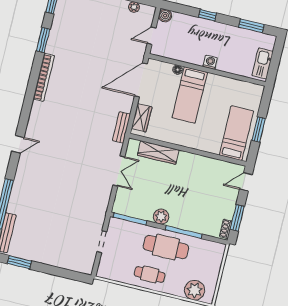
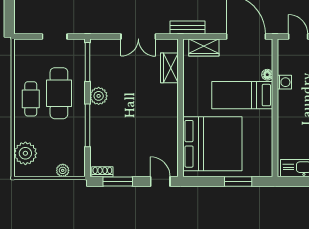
washing machine: (210, 62) -> (284, 82), moved
window: (259, 129) -> (238, 181), moved
bed: (236, 133) -> (212, 144), width x2.04
wardrobe: (158, 153) -> (169, 68), width x0.67
cafe table: (166, 247) -> (59, 93), moved
plant: (217, 262) -> (63, 170), added

